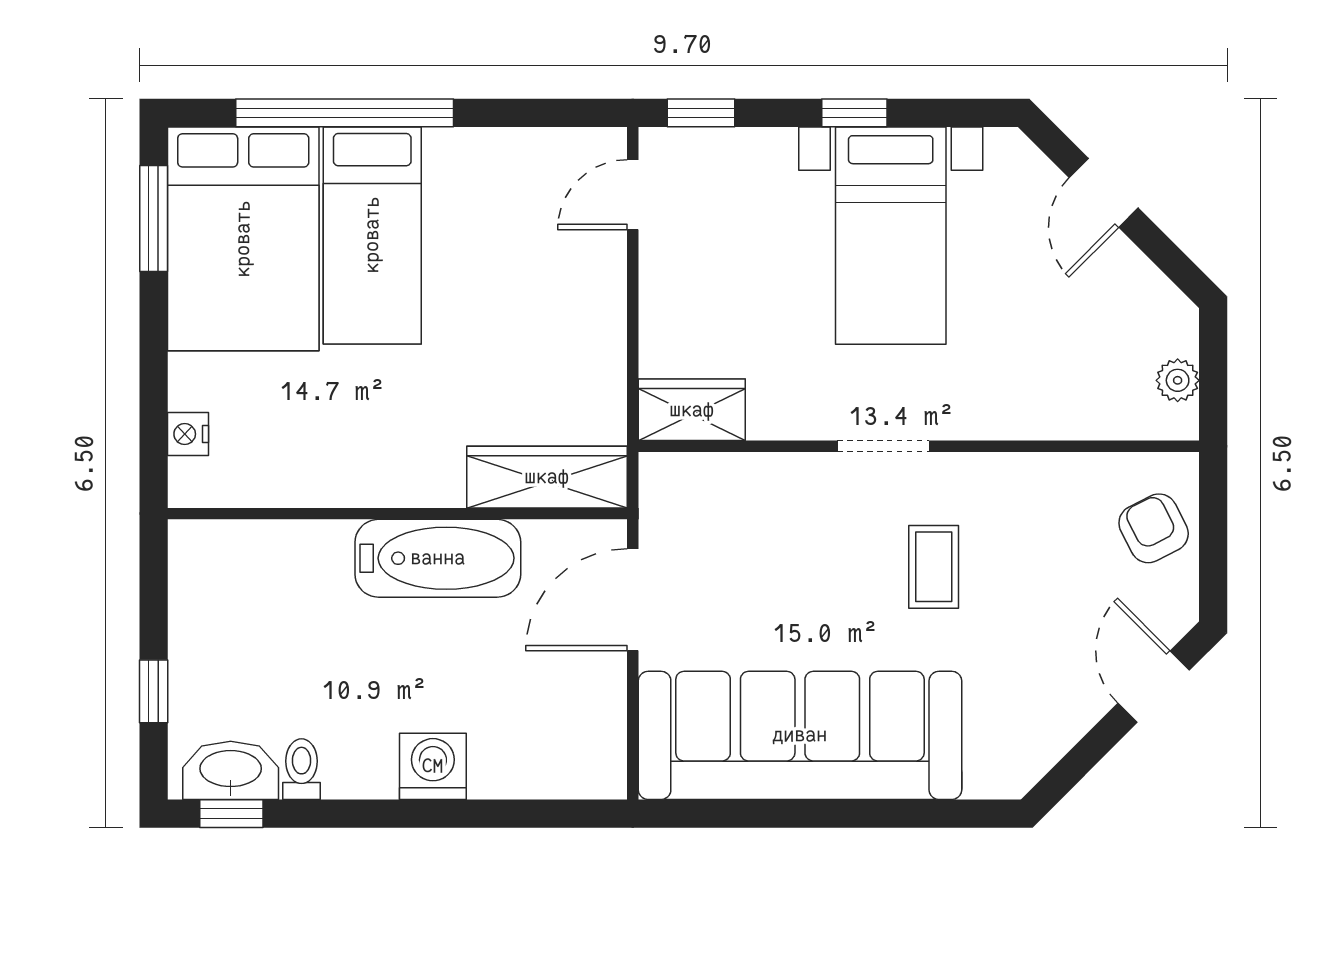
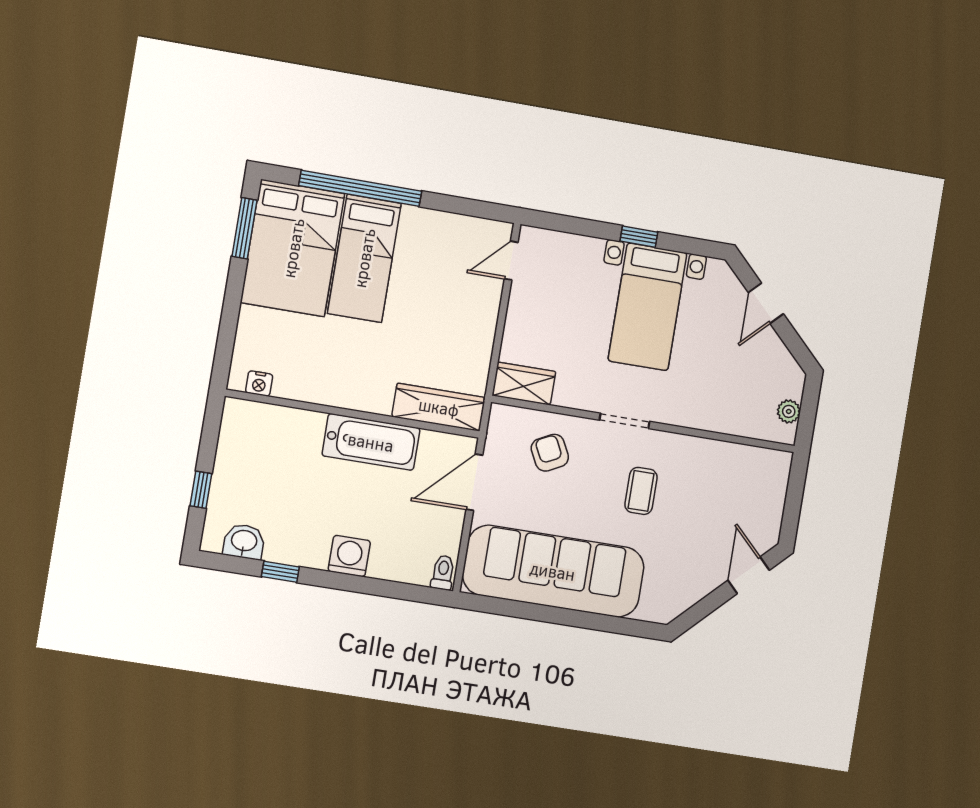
window: (701, 113) -> (556, 222), removed
nightstand: (188, 434) -> (259, 384), moved, turned -90
armchair: (1154, 528) -> (550, 453), moved
toilet: (302, 769) -> (443, 572), moved
washbasin: (231, 770) -> (244, 541), width x0.72
window: (231, 814) -> (280, 572), moved

